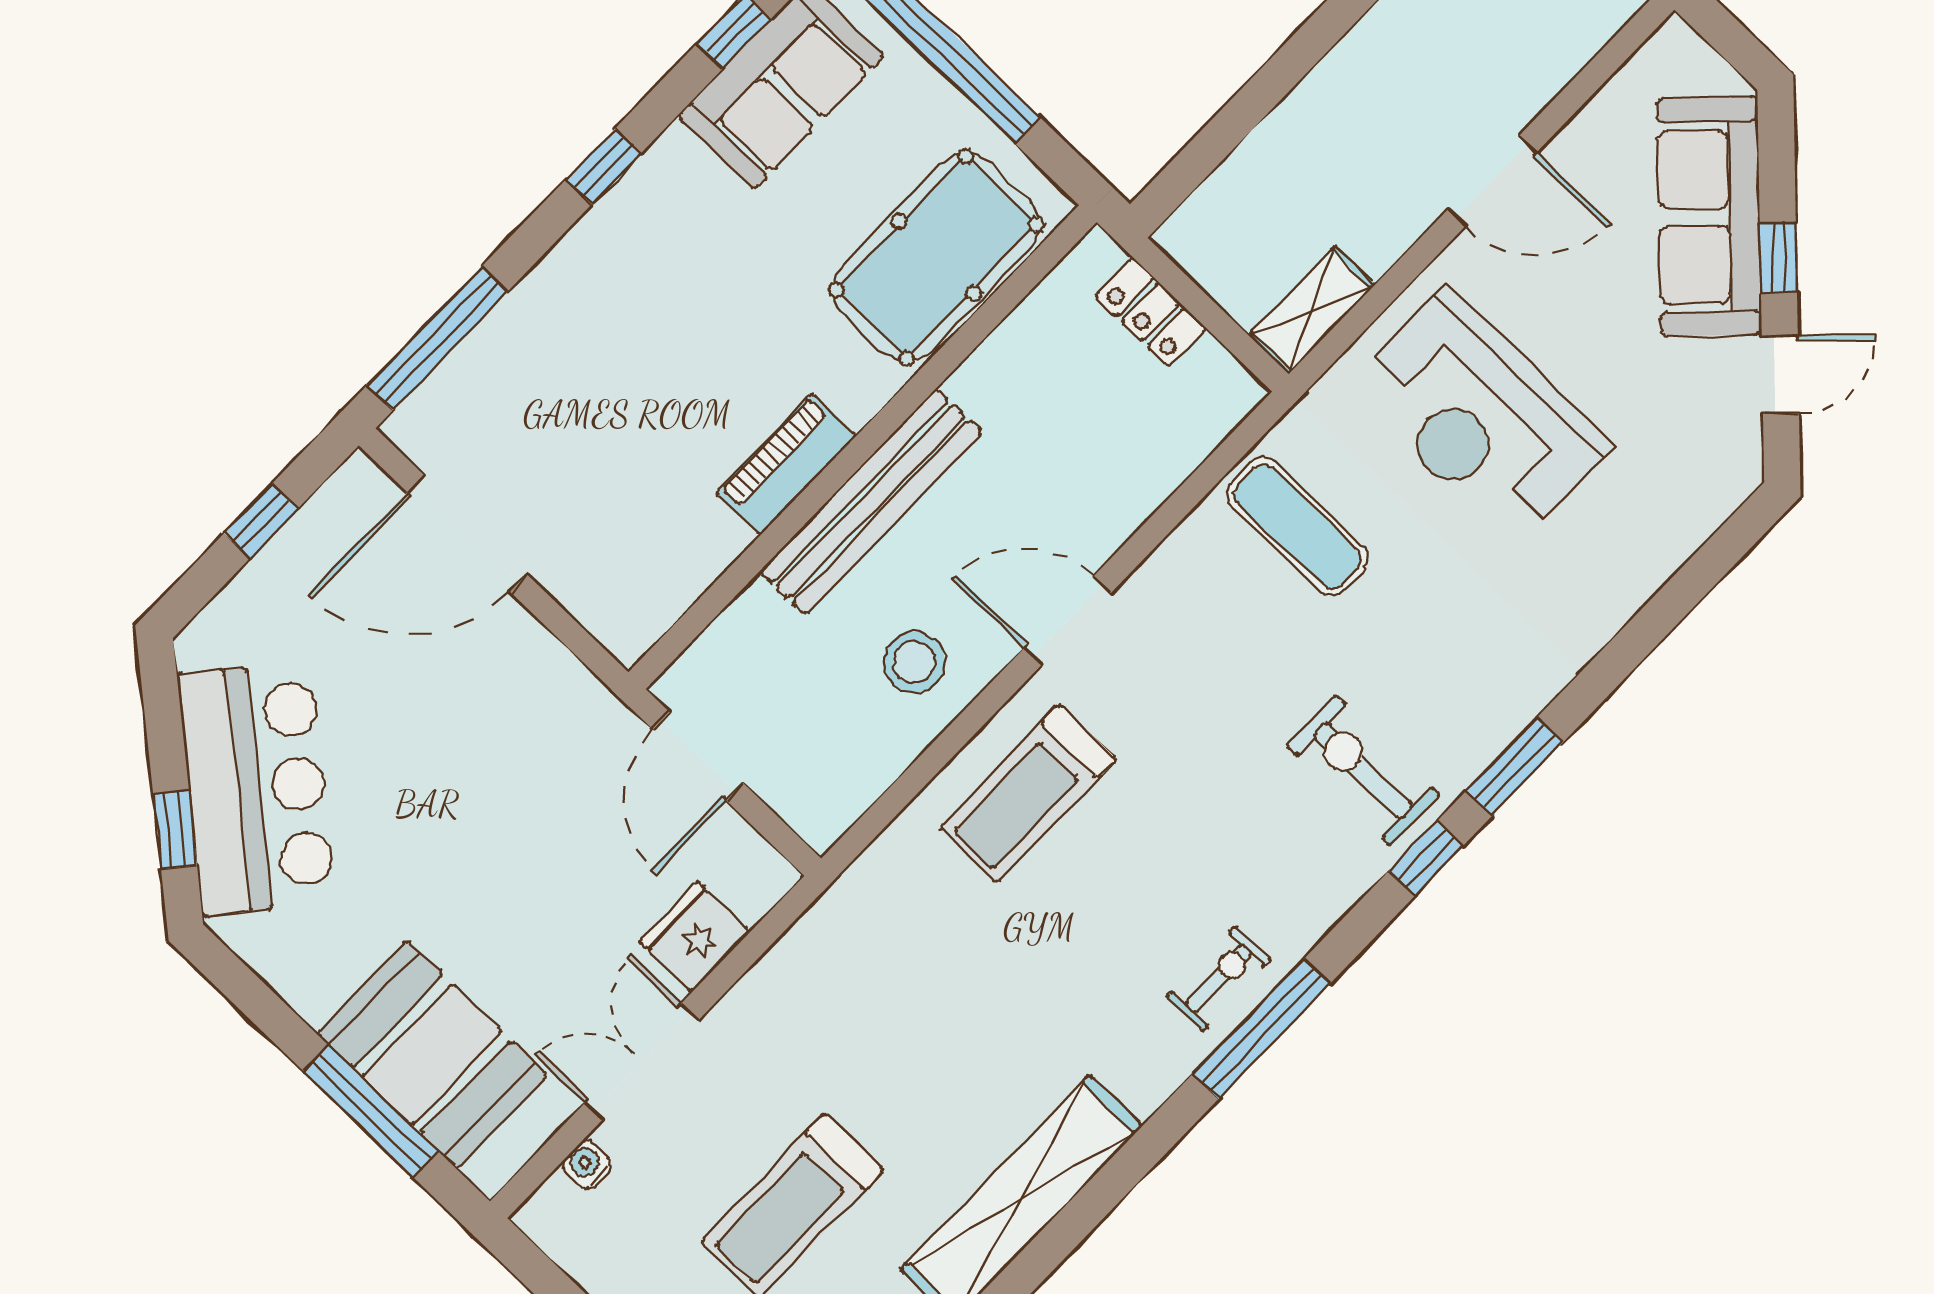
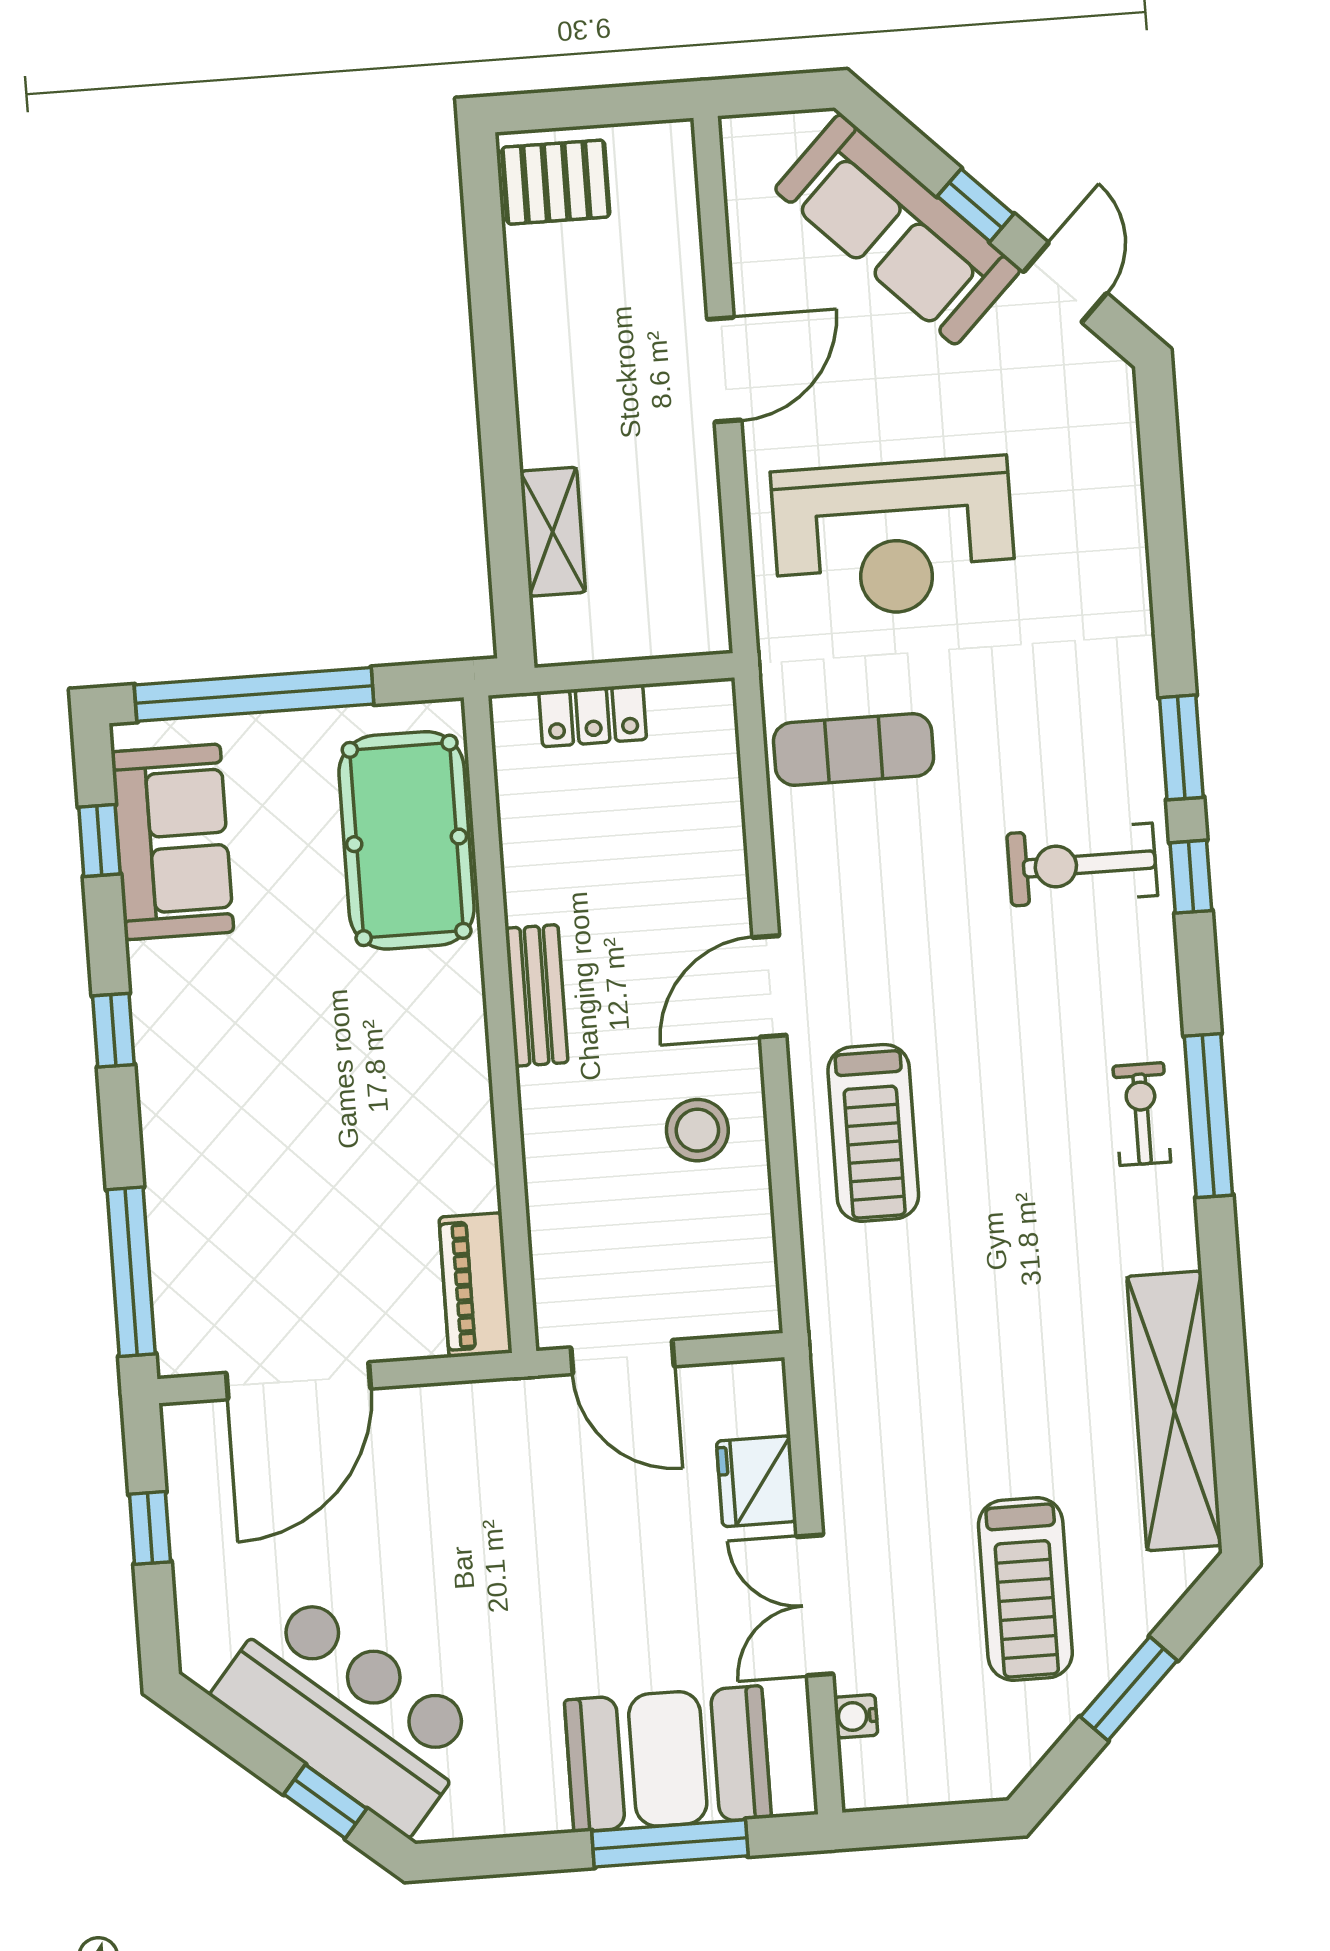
shelving: (1312, 310) -> (553, 532), moved
piano: (786, 464) -> (475, 1285), moved
bench: (871, 501) -> (537, 995), width x0.54, depth x0.82

